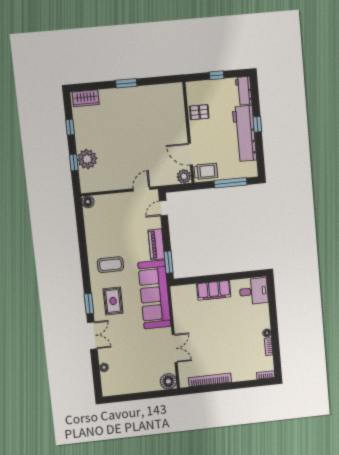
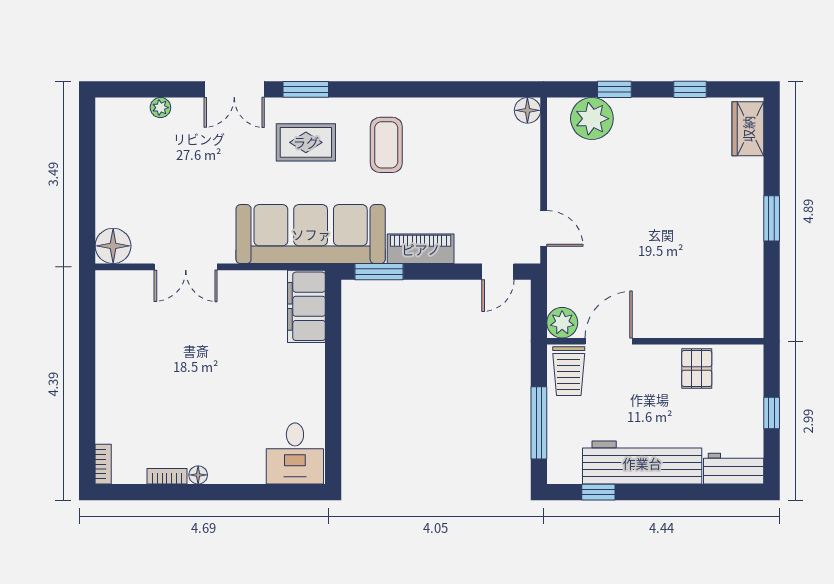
window: (257, 124) -> (598, 492), moved
plant: (87, 159) -> (592, 119), moved
door: (163, 208) -> (498, 272), swing flipped
filing cabinet: (214, 290) -> (306, 306), moved
bookcase: (210, 380) -> (106, 339), removed

